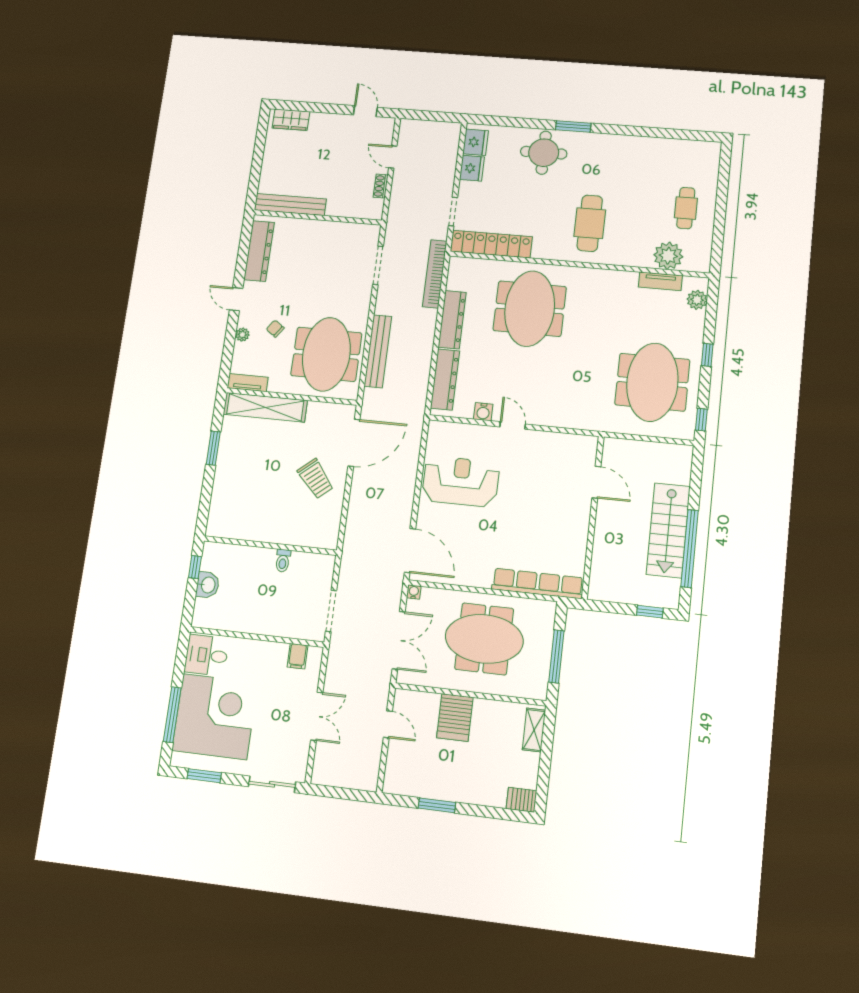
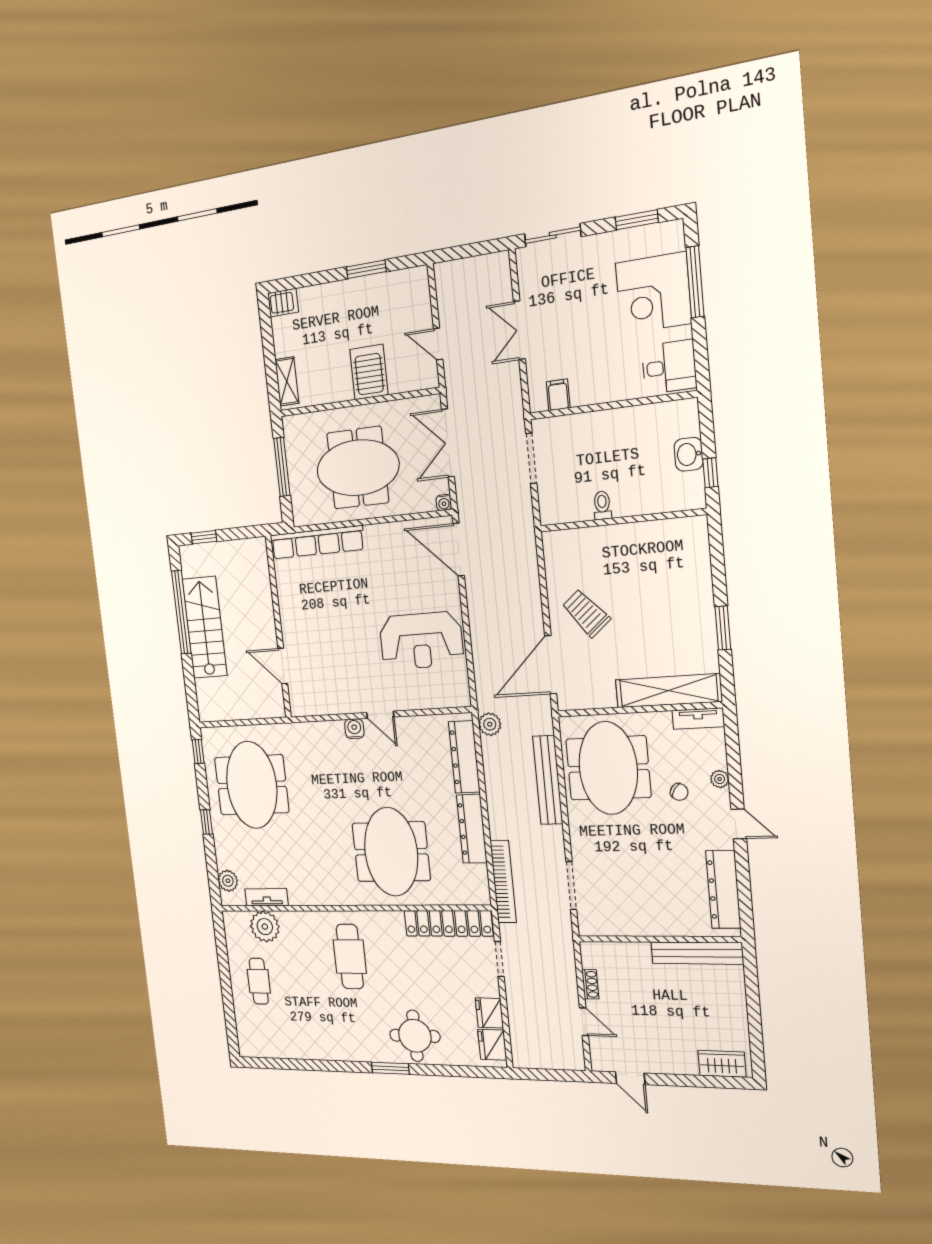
plant: (416, 403) -> (490, 724), added
water cooler: (483, 412) -> (354, 729), moved
corner desk: (215, 716) -> (653, 293), width x0.74, depth x0.74

